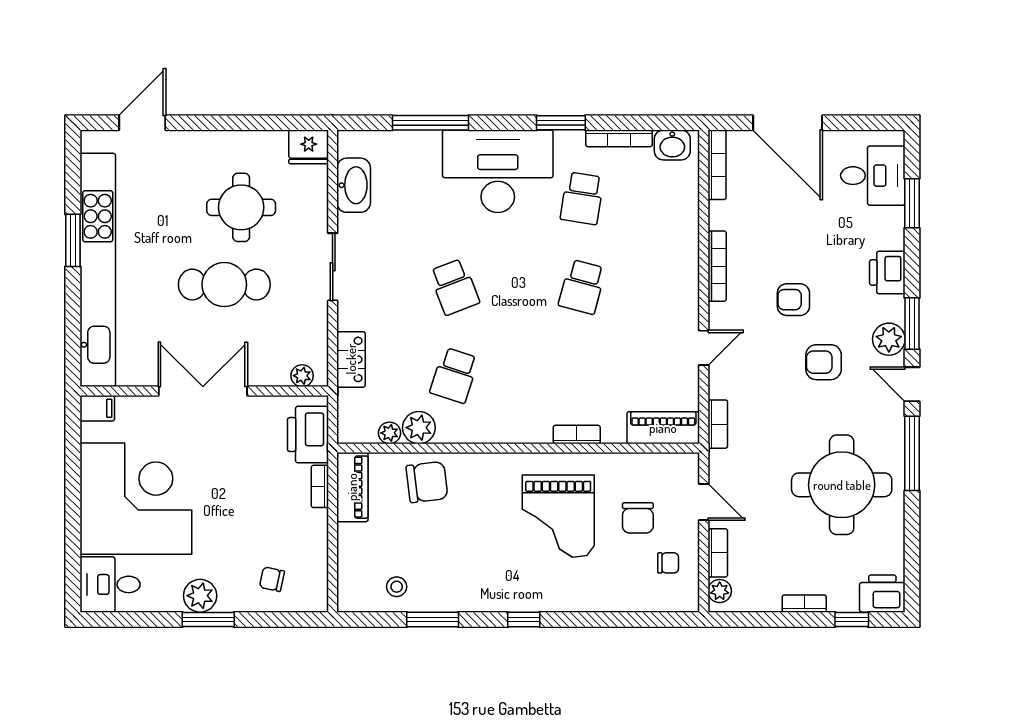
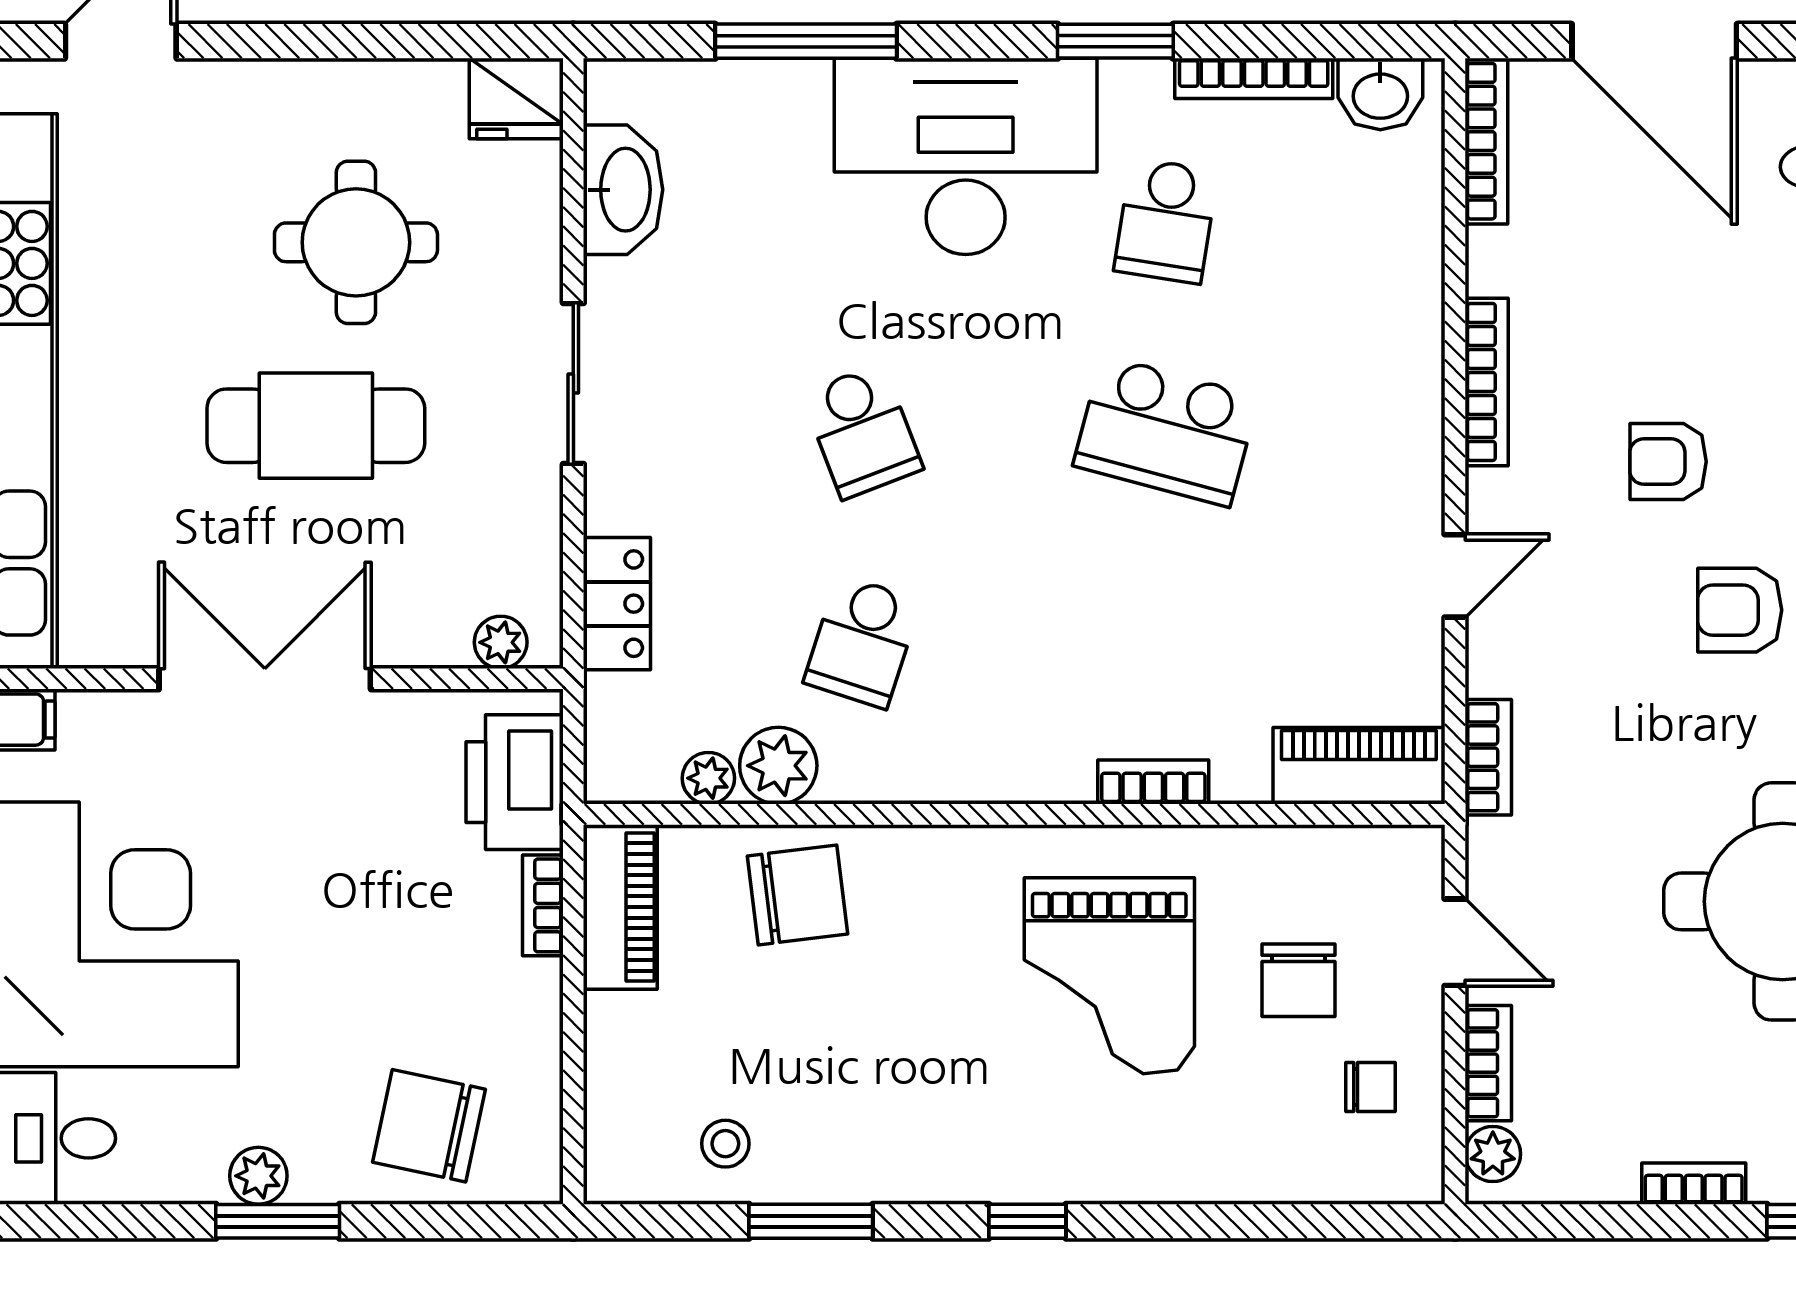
school desk: (582, 287) -> (1166, 431), width x1.85
chair: (272, 579) -> (429, 1126), width x1.87, depth x1.87
plant: (200, 596) -> (258, 1176), width x0.73, depth x0.73

